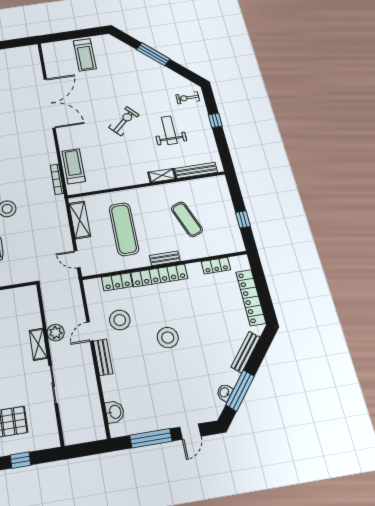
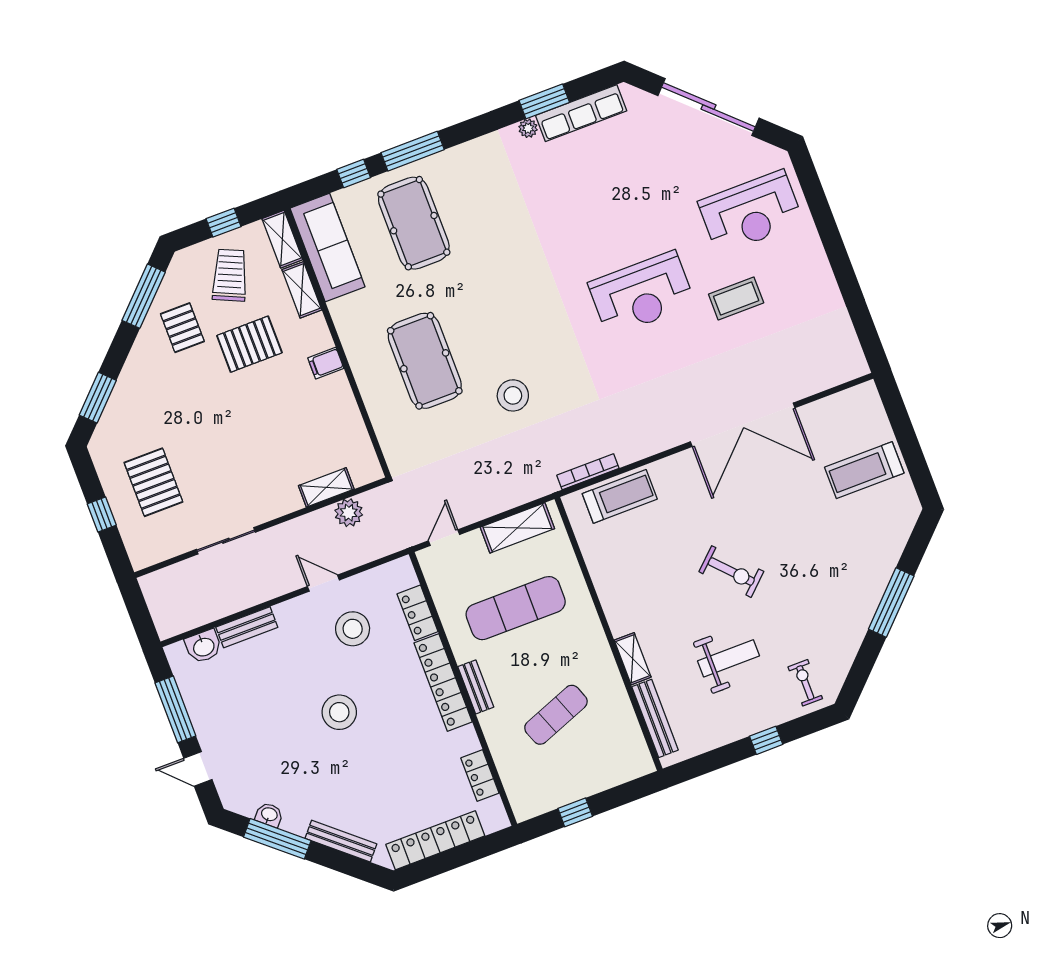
plant: (56, 333) -> (349, 513), moved
shelving: (38, 344) -> (326, 487), moved
bench: (103, 357) -> (247, 627), moved

